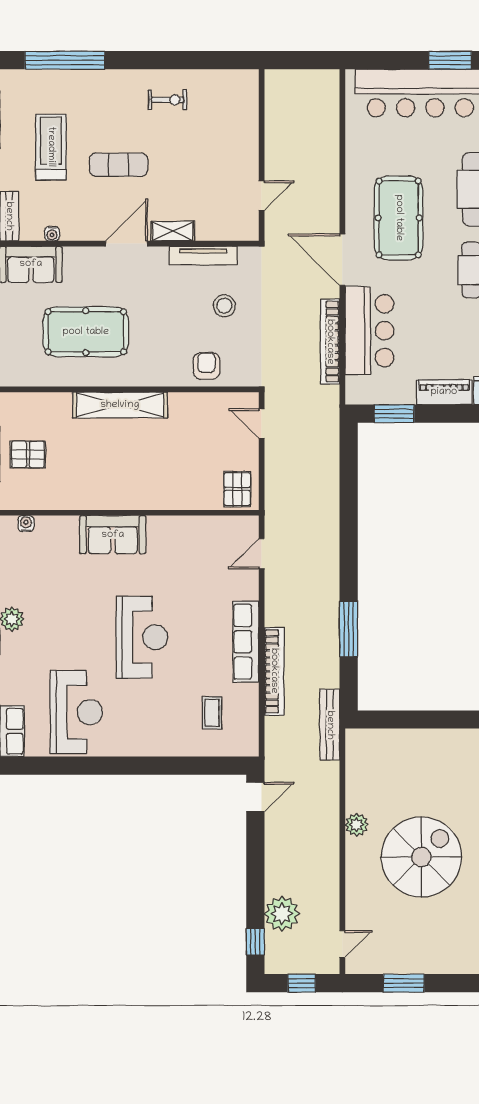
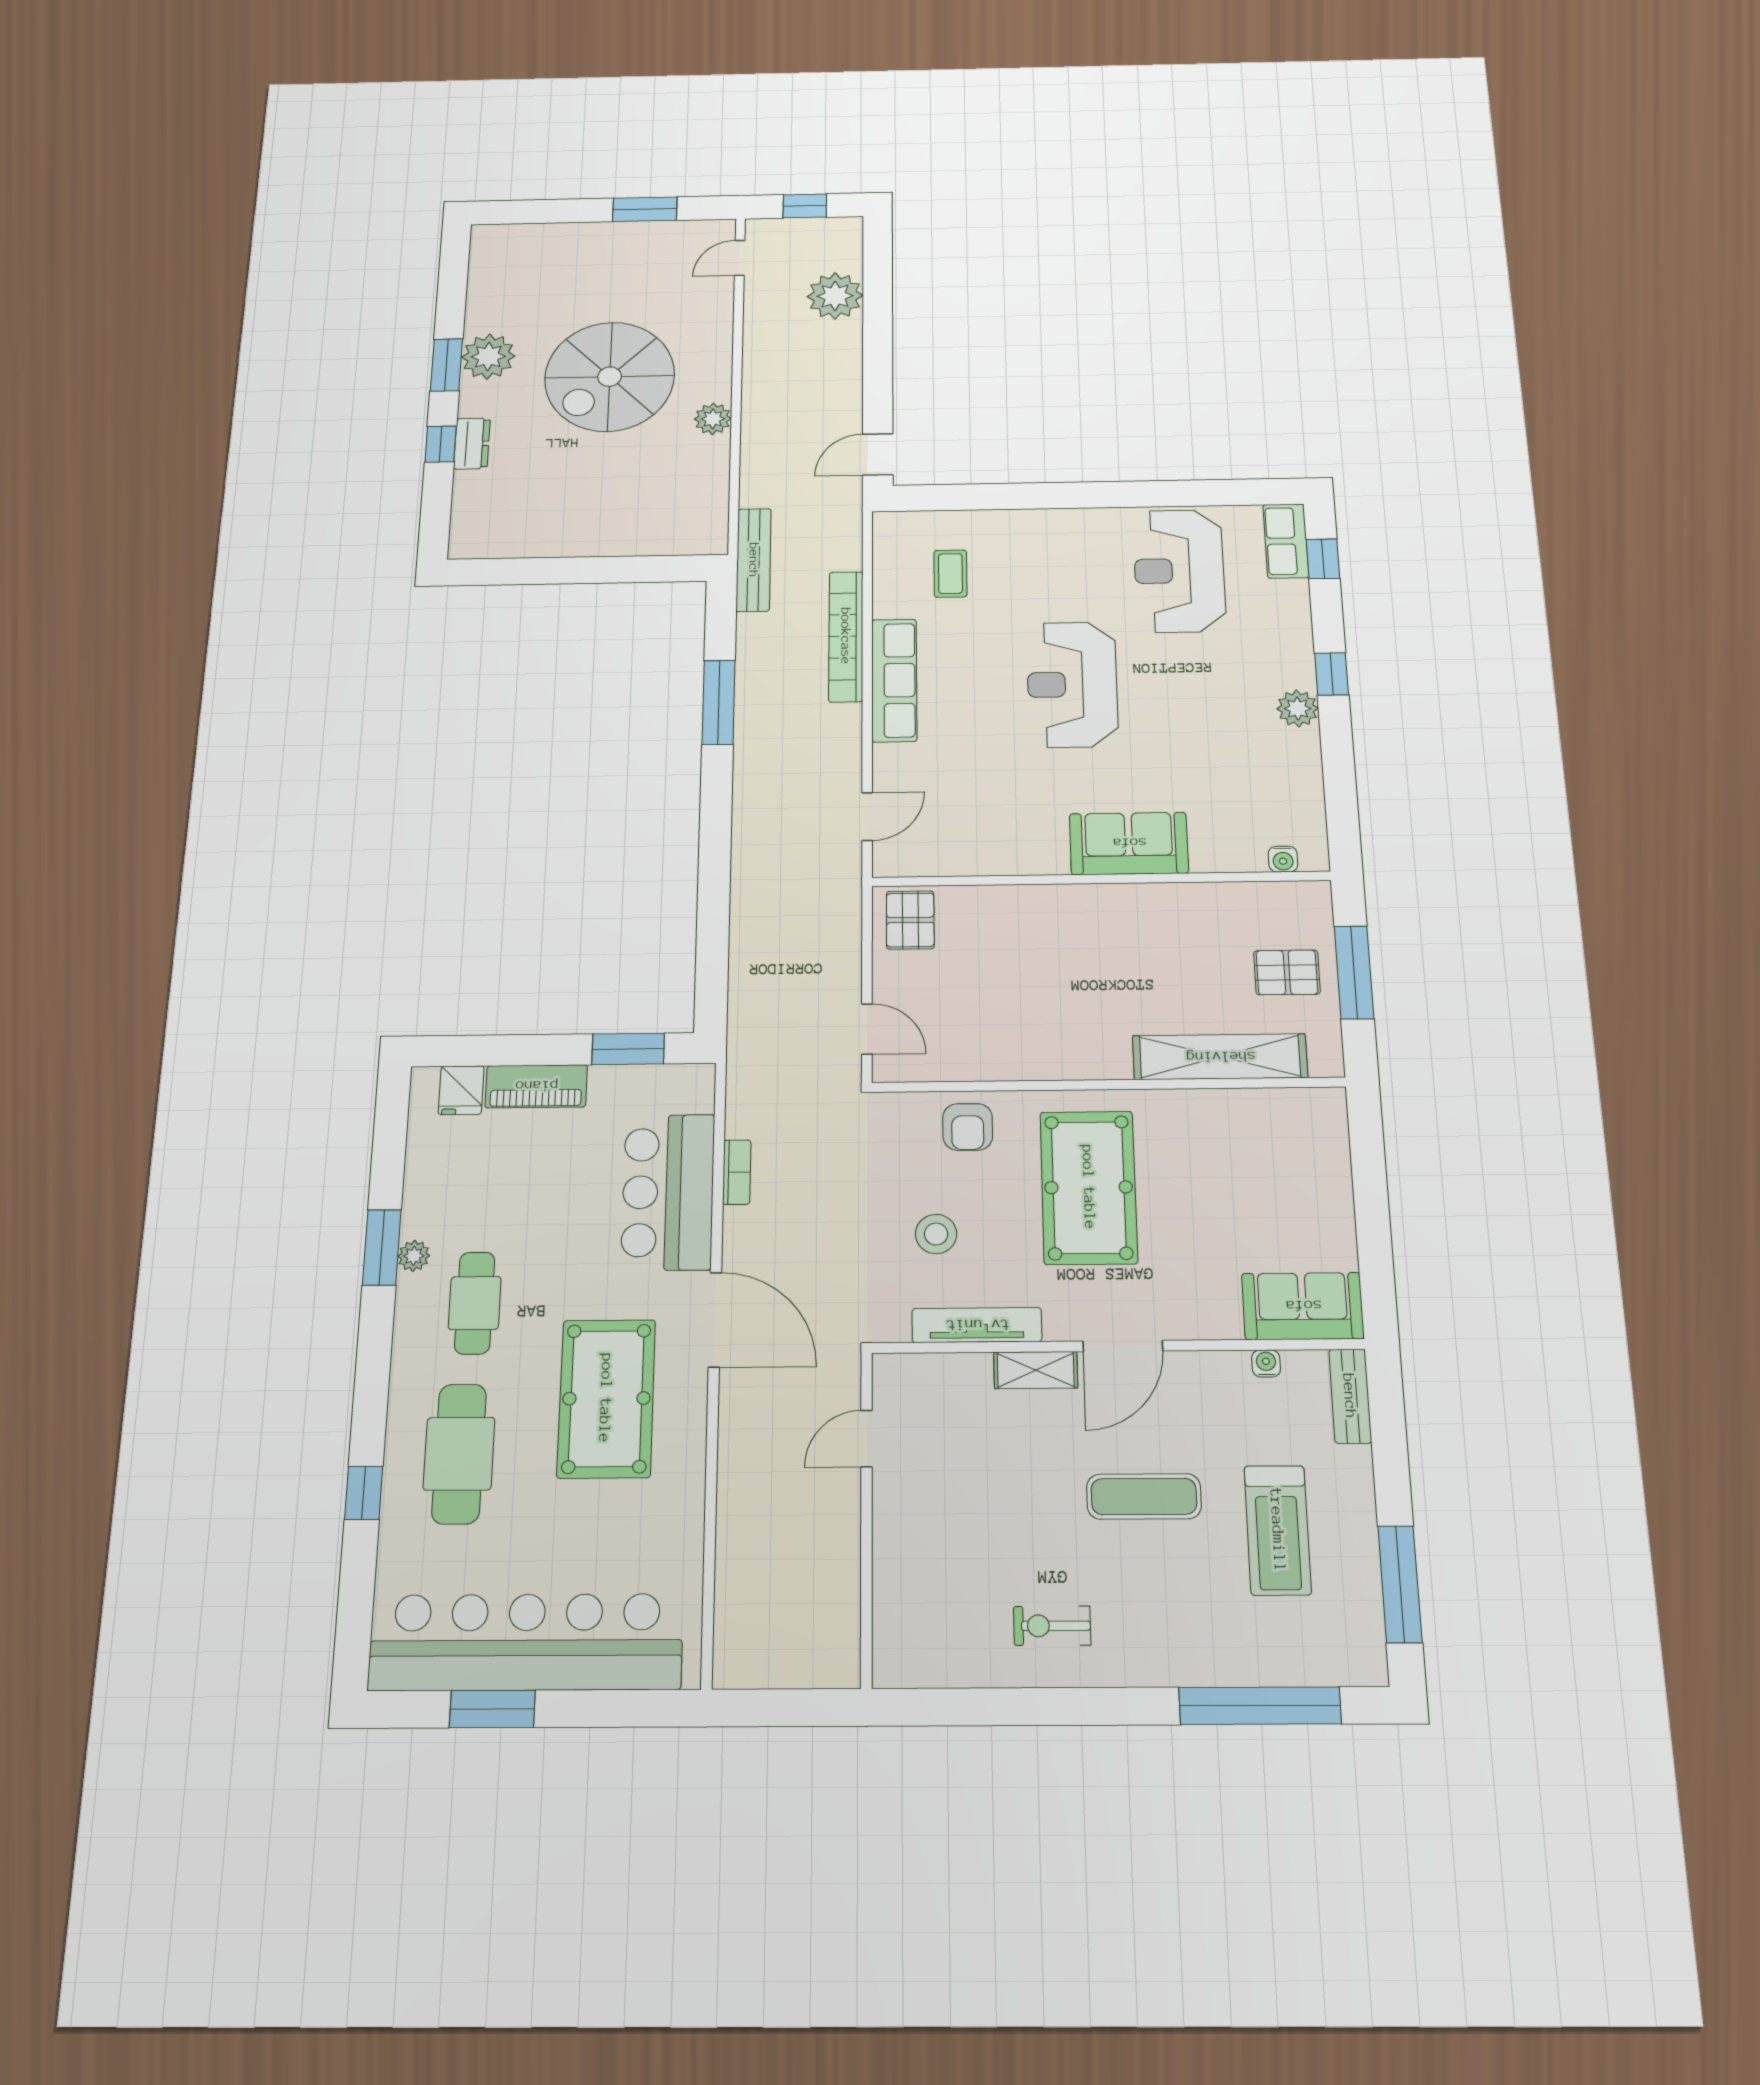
pool table: (86, 332) -> (1089, 1187), moved, turned 90
bookcase: (330, 342) -> (737, 1172), width x0.43, depth x0.76
shelving: (120, 405) -> (1220, 1057), moved
window: (255, 942) -> (878, 258), removed

